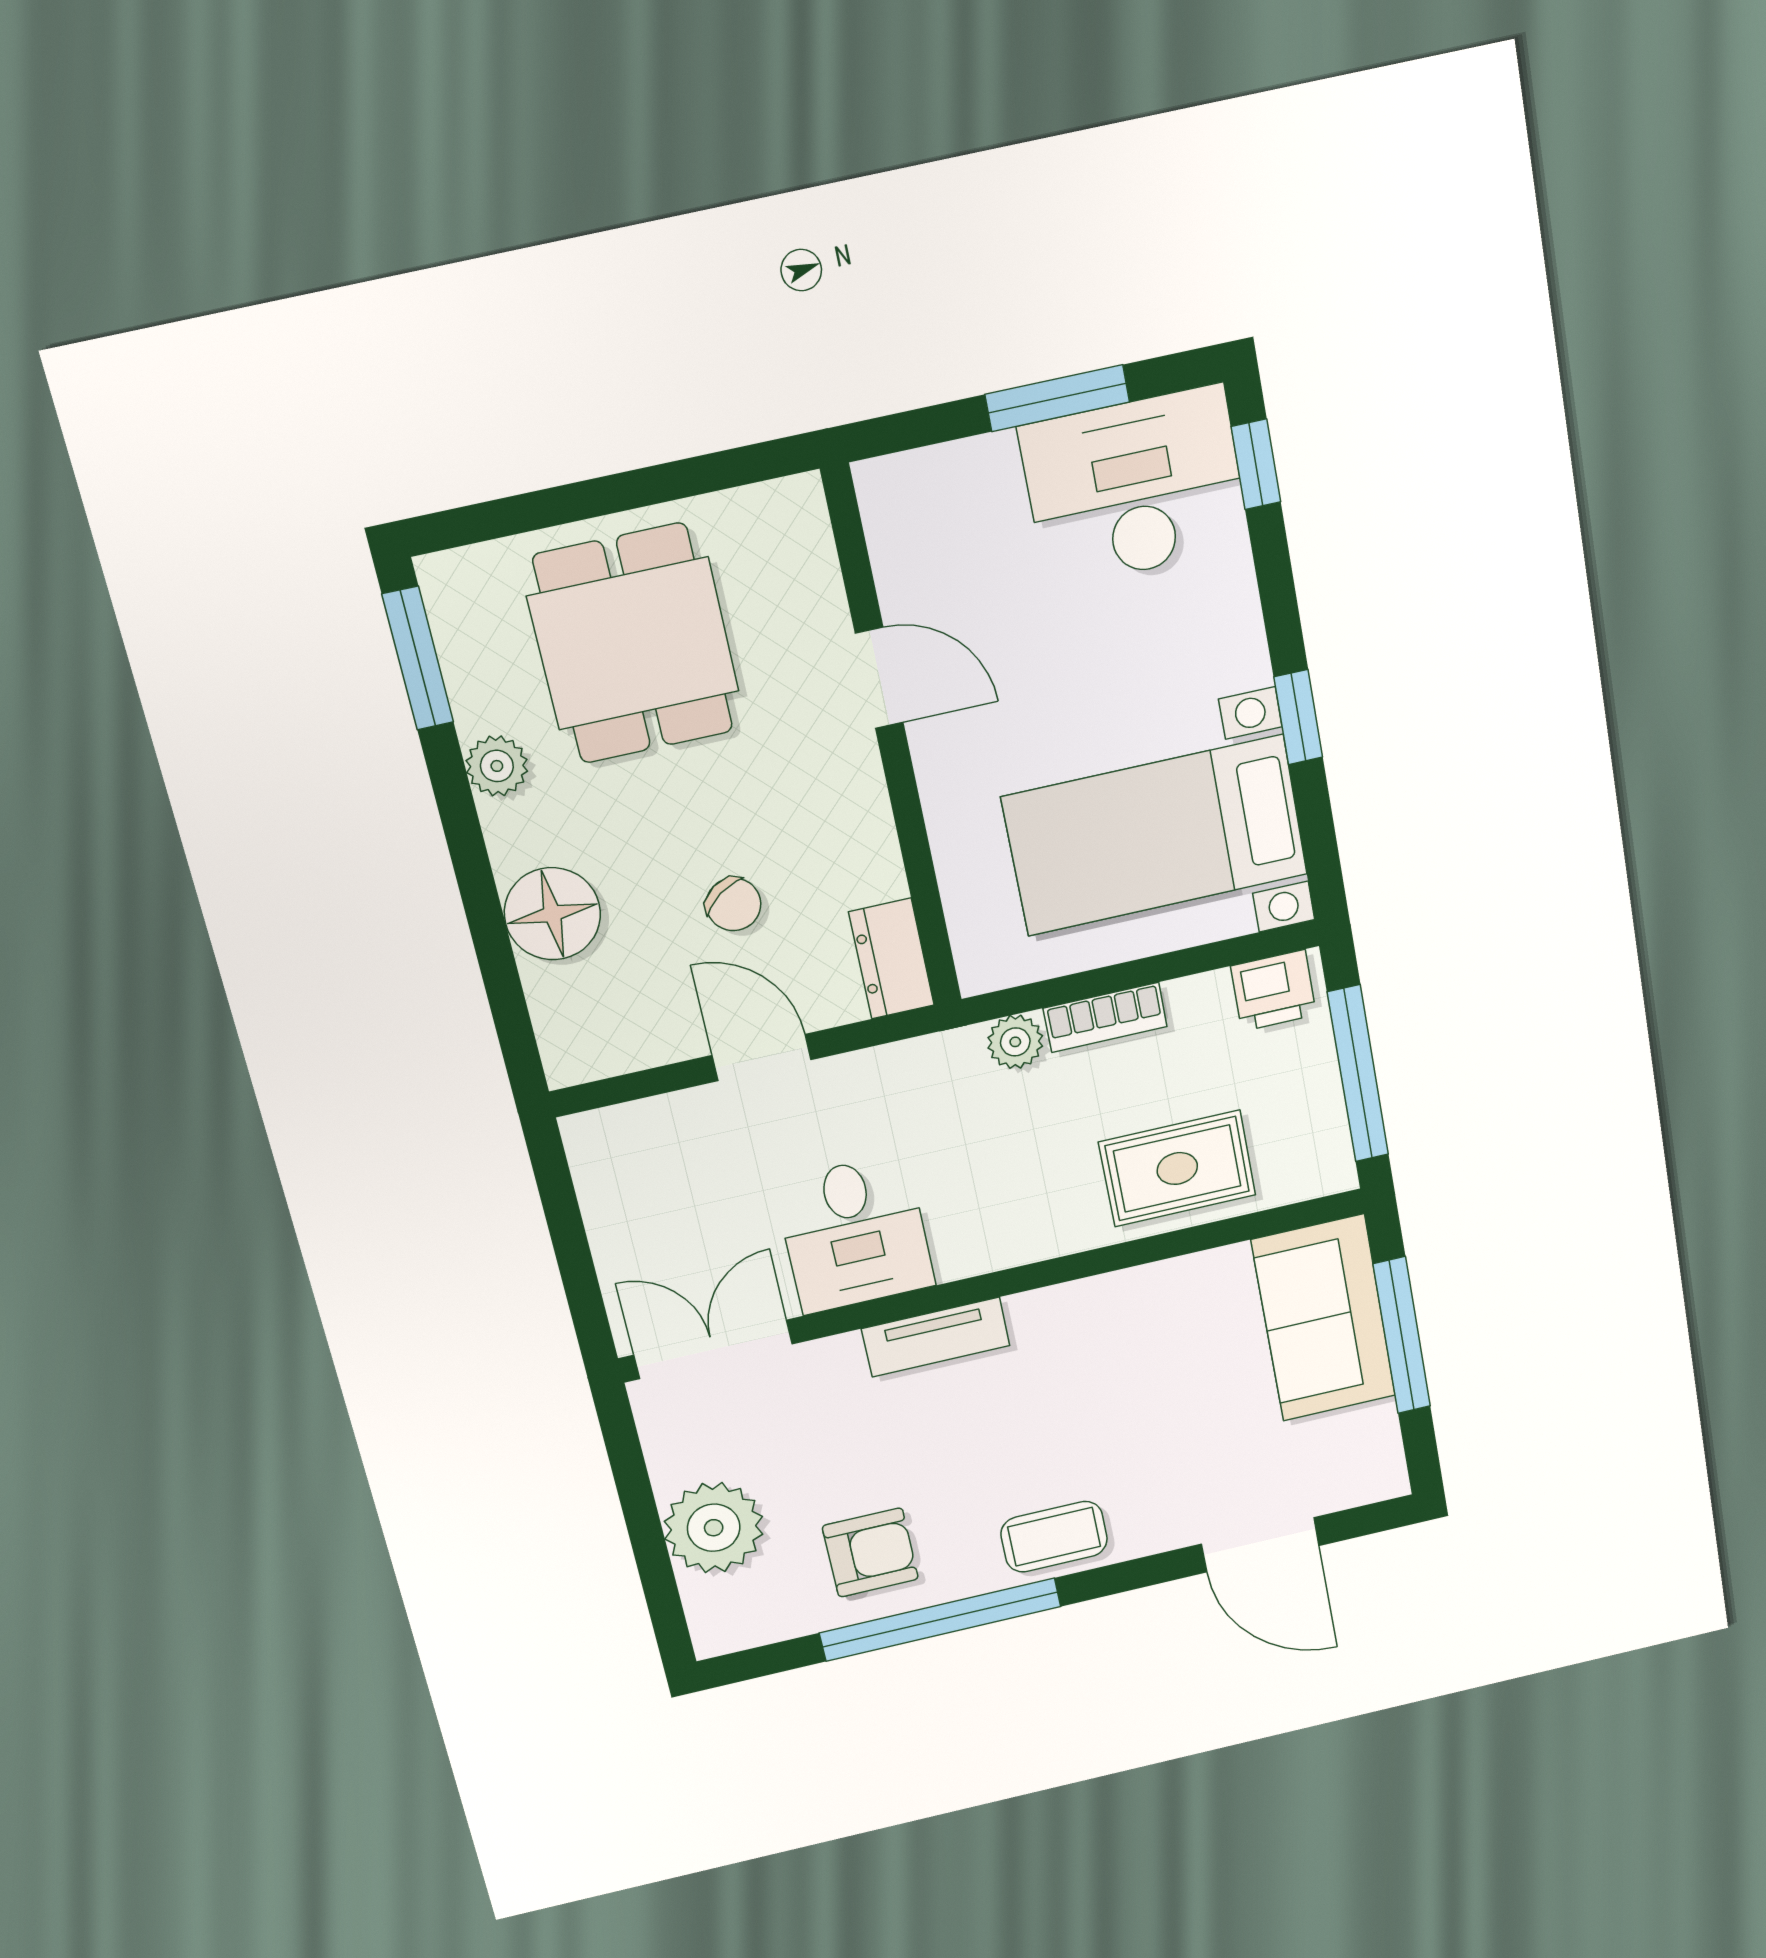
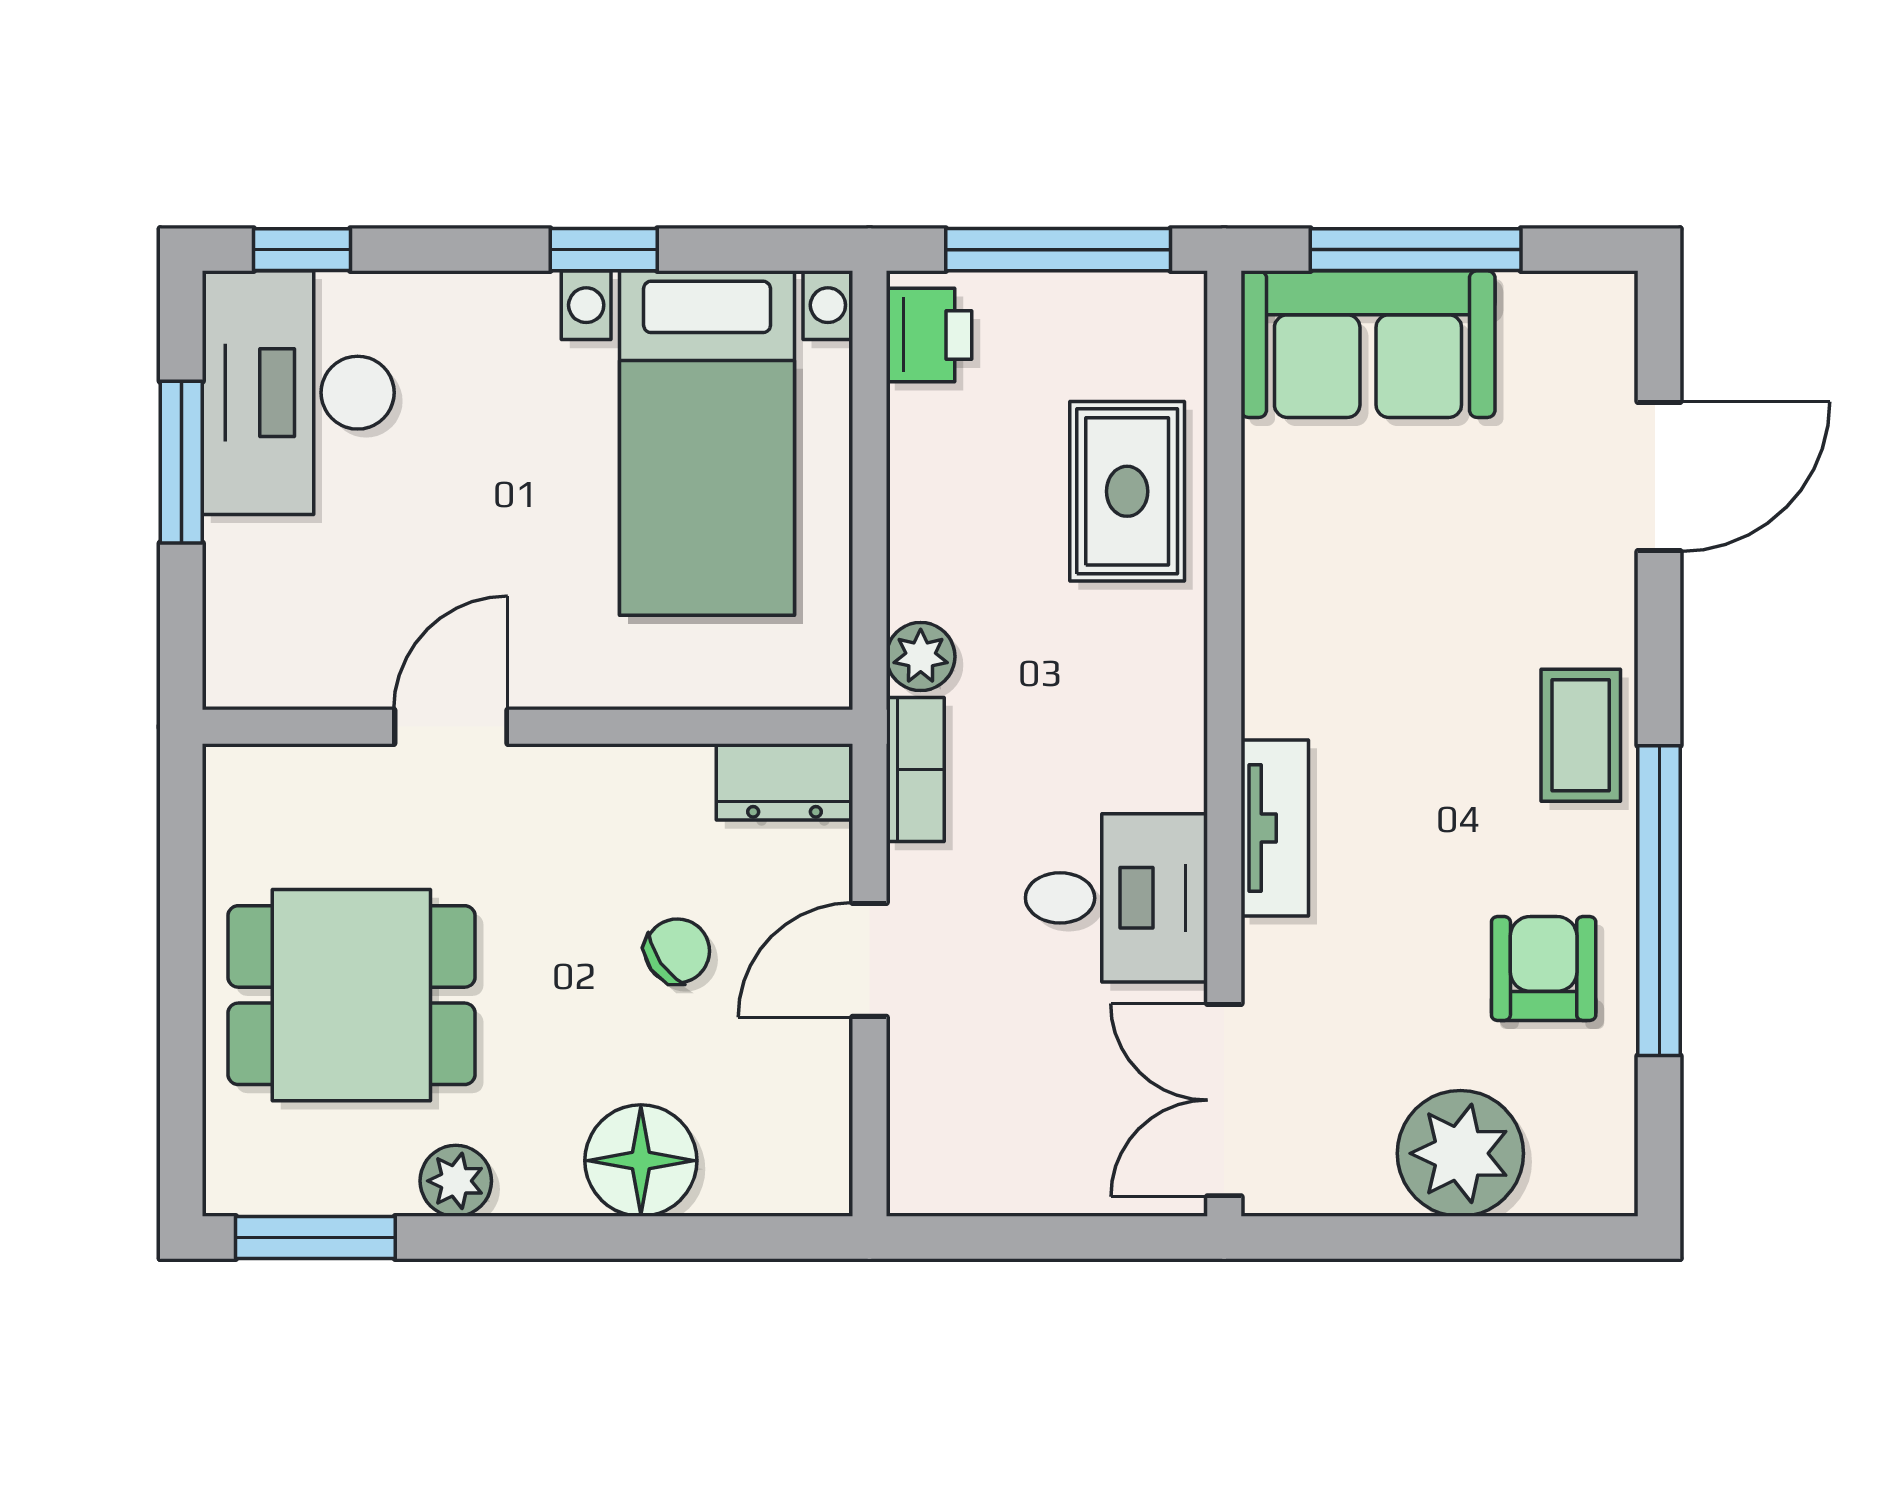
bookcase: (1105, 1017) -> (915, 770), moved

